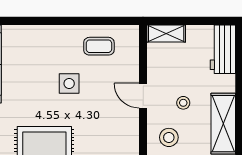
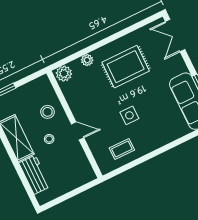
shelving: (166, 33) -> (82, 179), removed
workbench: (223, 49) -> (35, 175), moved

